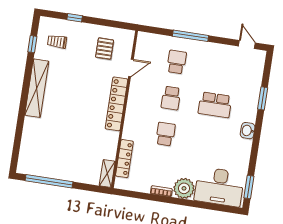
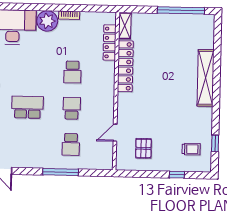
shelving: (37, 88) -> (206, 78), moved
locker: (116, 104) -> (125, 66), moved

